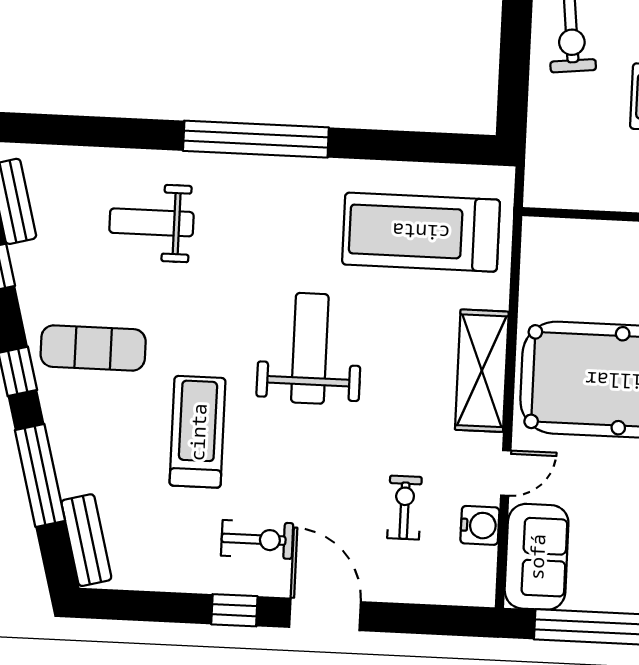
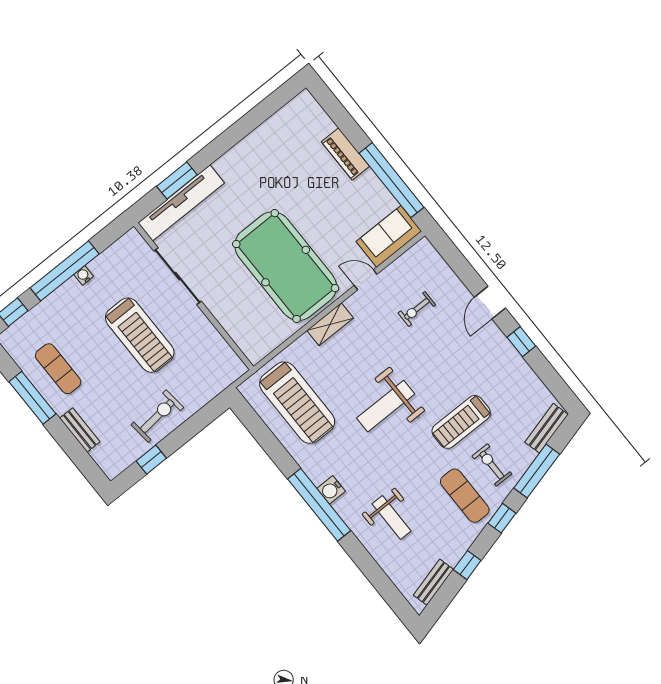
shelving: (482, 371) -> (330, 324), width x0.67, depth x0.75
water cooler: (480, 525) -> (331, 490), moved, turned -90
exercise bike: (257, 539) -> (492, 465), moved
door: (325, 614) -> (490, 303), width x0.73

